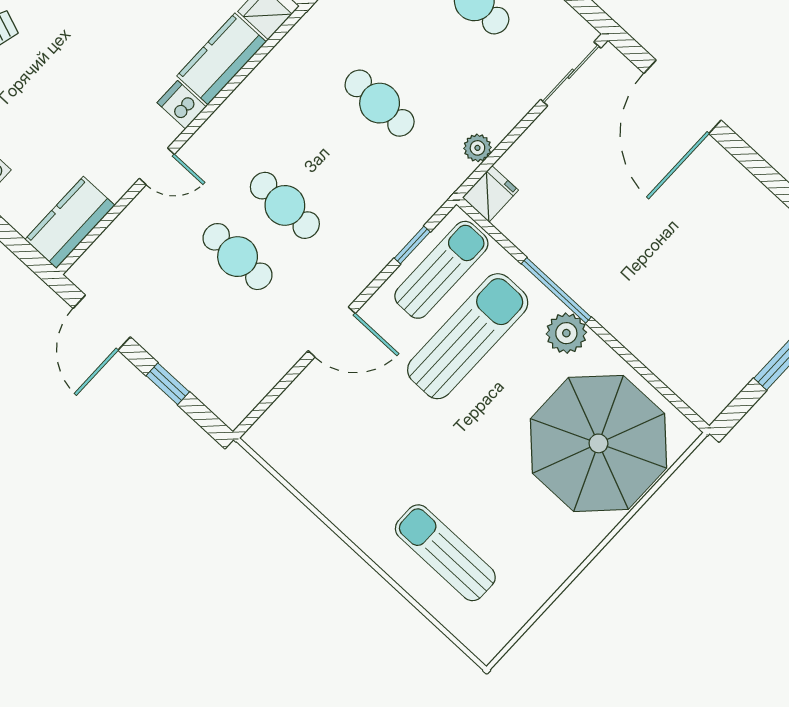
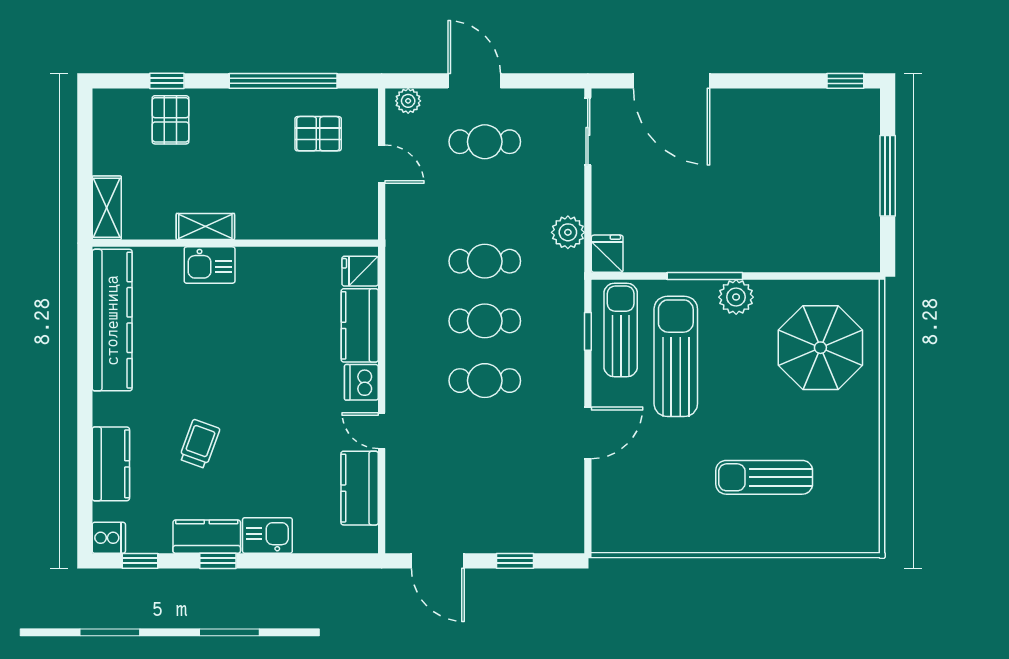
dishwasher: (182, 105) -> (361, 382), width x1.38
plant: (477, 148) -> (568, 232), width x1.38, depth x1.38
door: (157, 166) -> (382, 431), swing flipped
kitchen counter: (70, 222) -> (360, 488), moved
cafe table: (238, 257) -> (485, 321), moved
parasol: (598, 443) -> (820, 348), width x0.73, depth x0.73
sun lounger: (445, 553) -> (764, 477), moved

